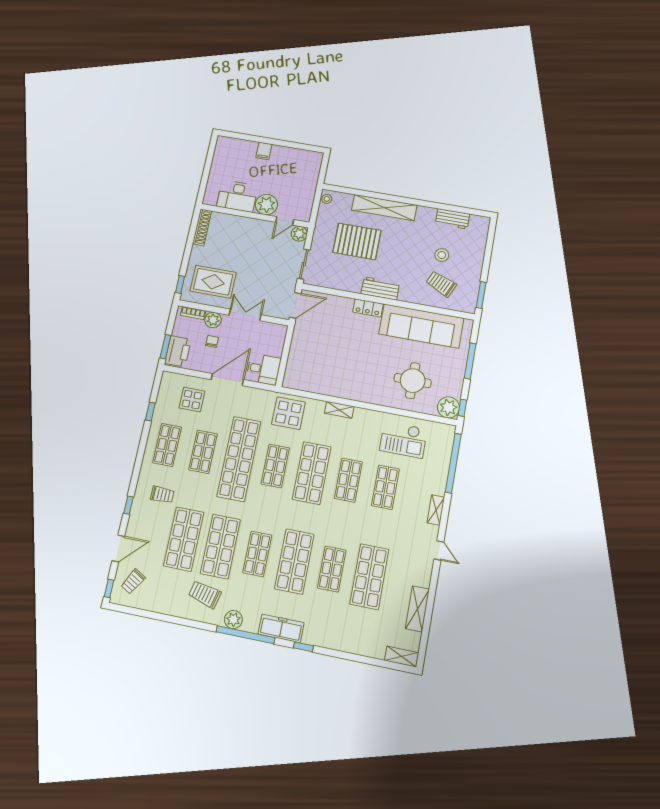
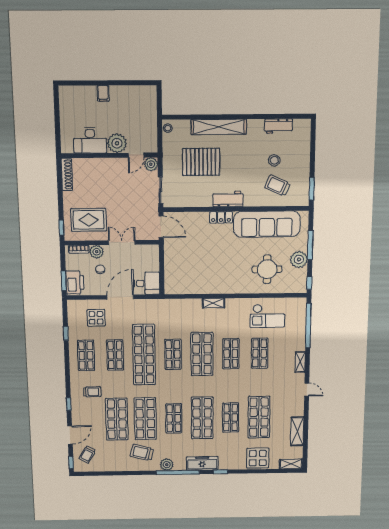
door: (295, 305) -> (161, 227), hinge flipped
plant: (448, 407) -> (299, 259), moved
display table: (288, 413) -> (258, 458), moved

